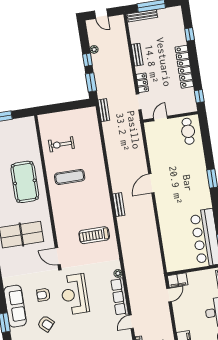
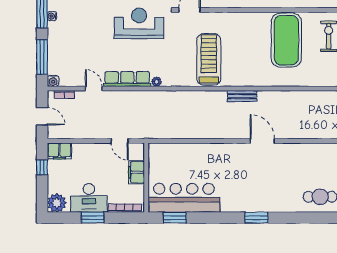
exercise mat: (70, 177) -> (286, 40), width x2.00, depth x1.45
treadmill: (94, 235) -> (209, 59), width x1.37, depth x1.38
filing cabinet: (178, 280) -> (136, 172), moved

